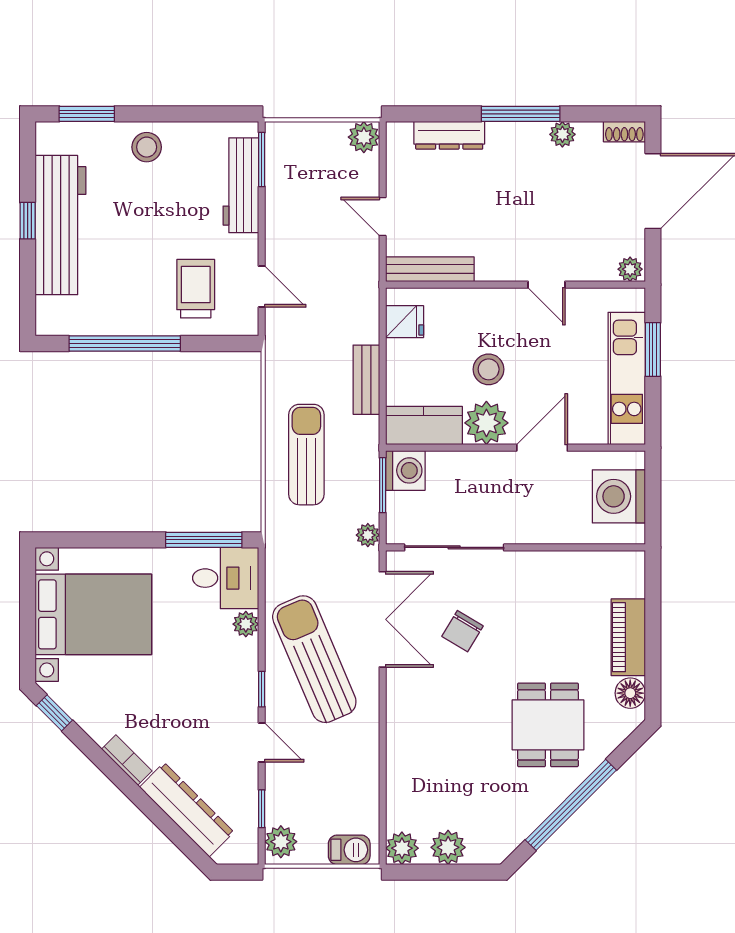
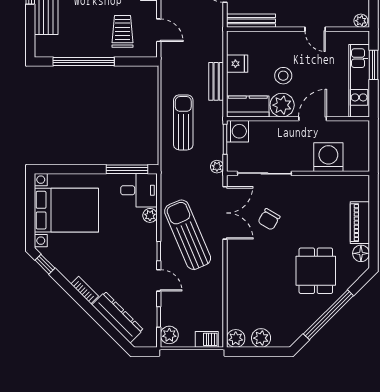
fridge: (405, 322) -> (237, 64), moved
washing machine: (619, 496) -> (328, 157), moved, turned 90

